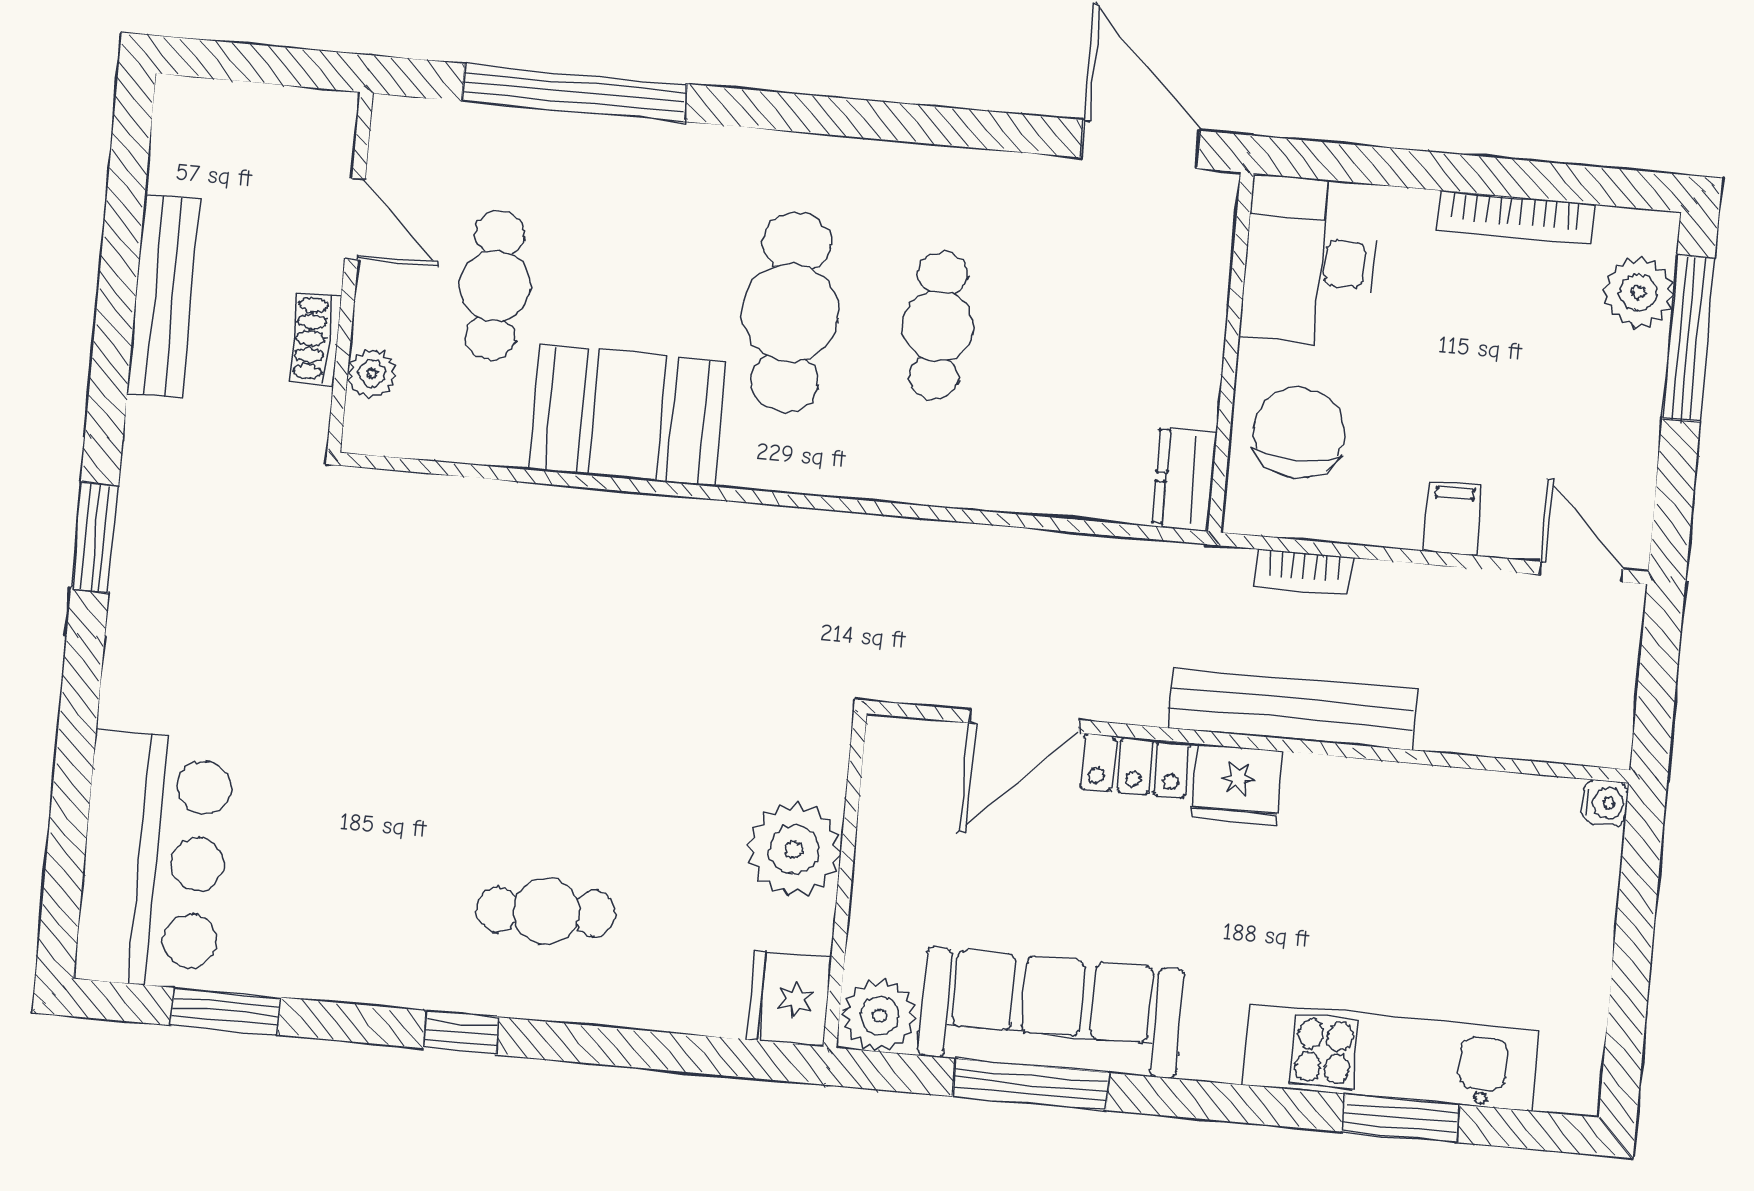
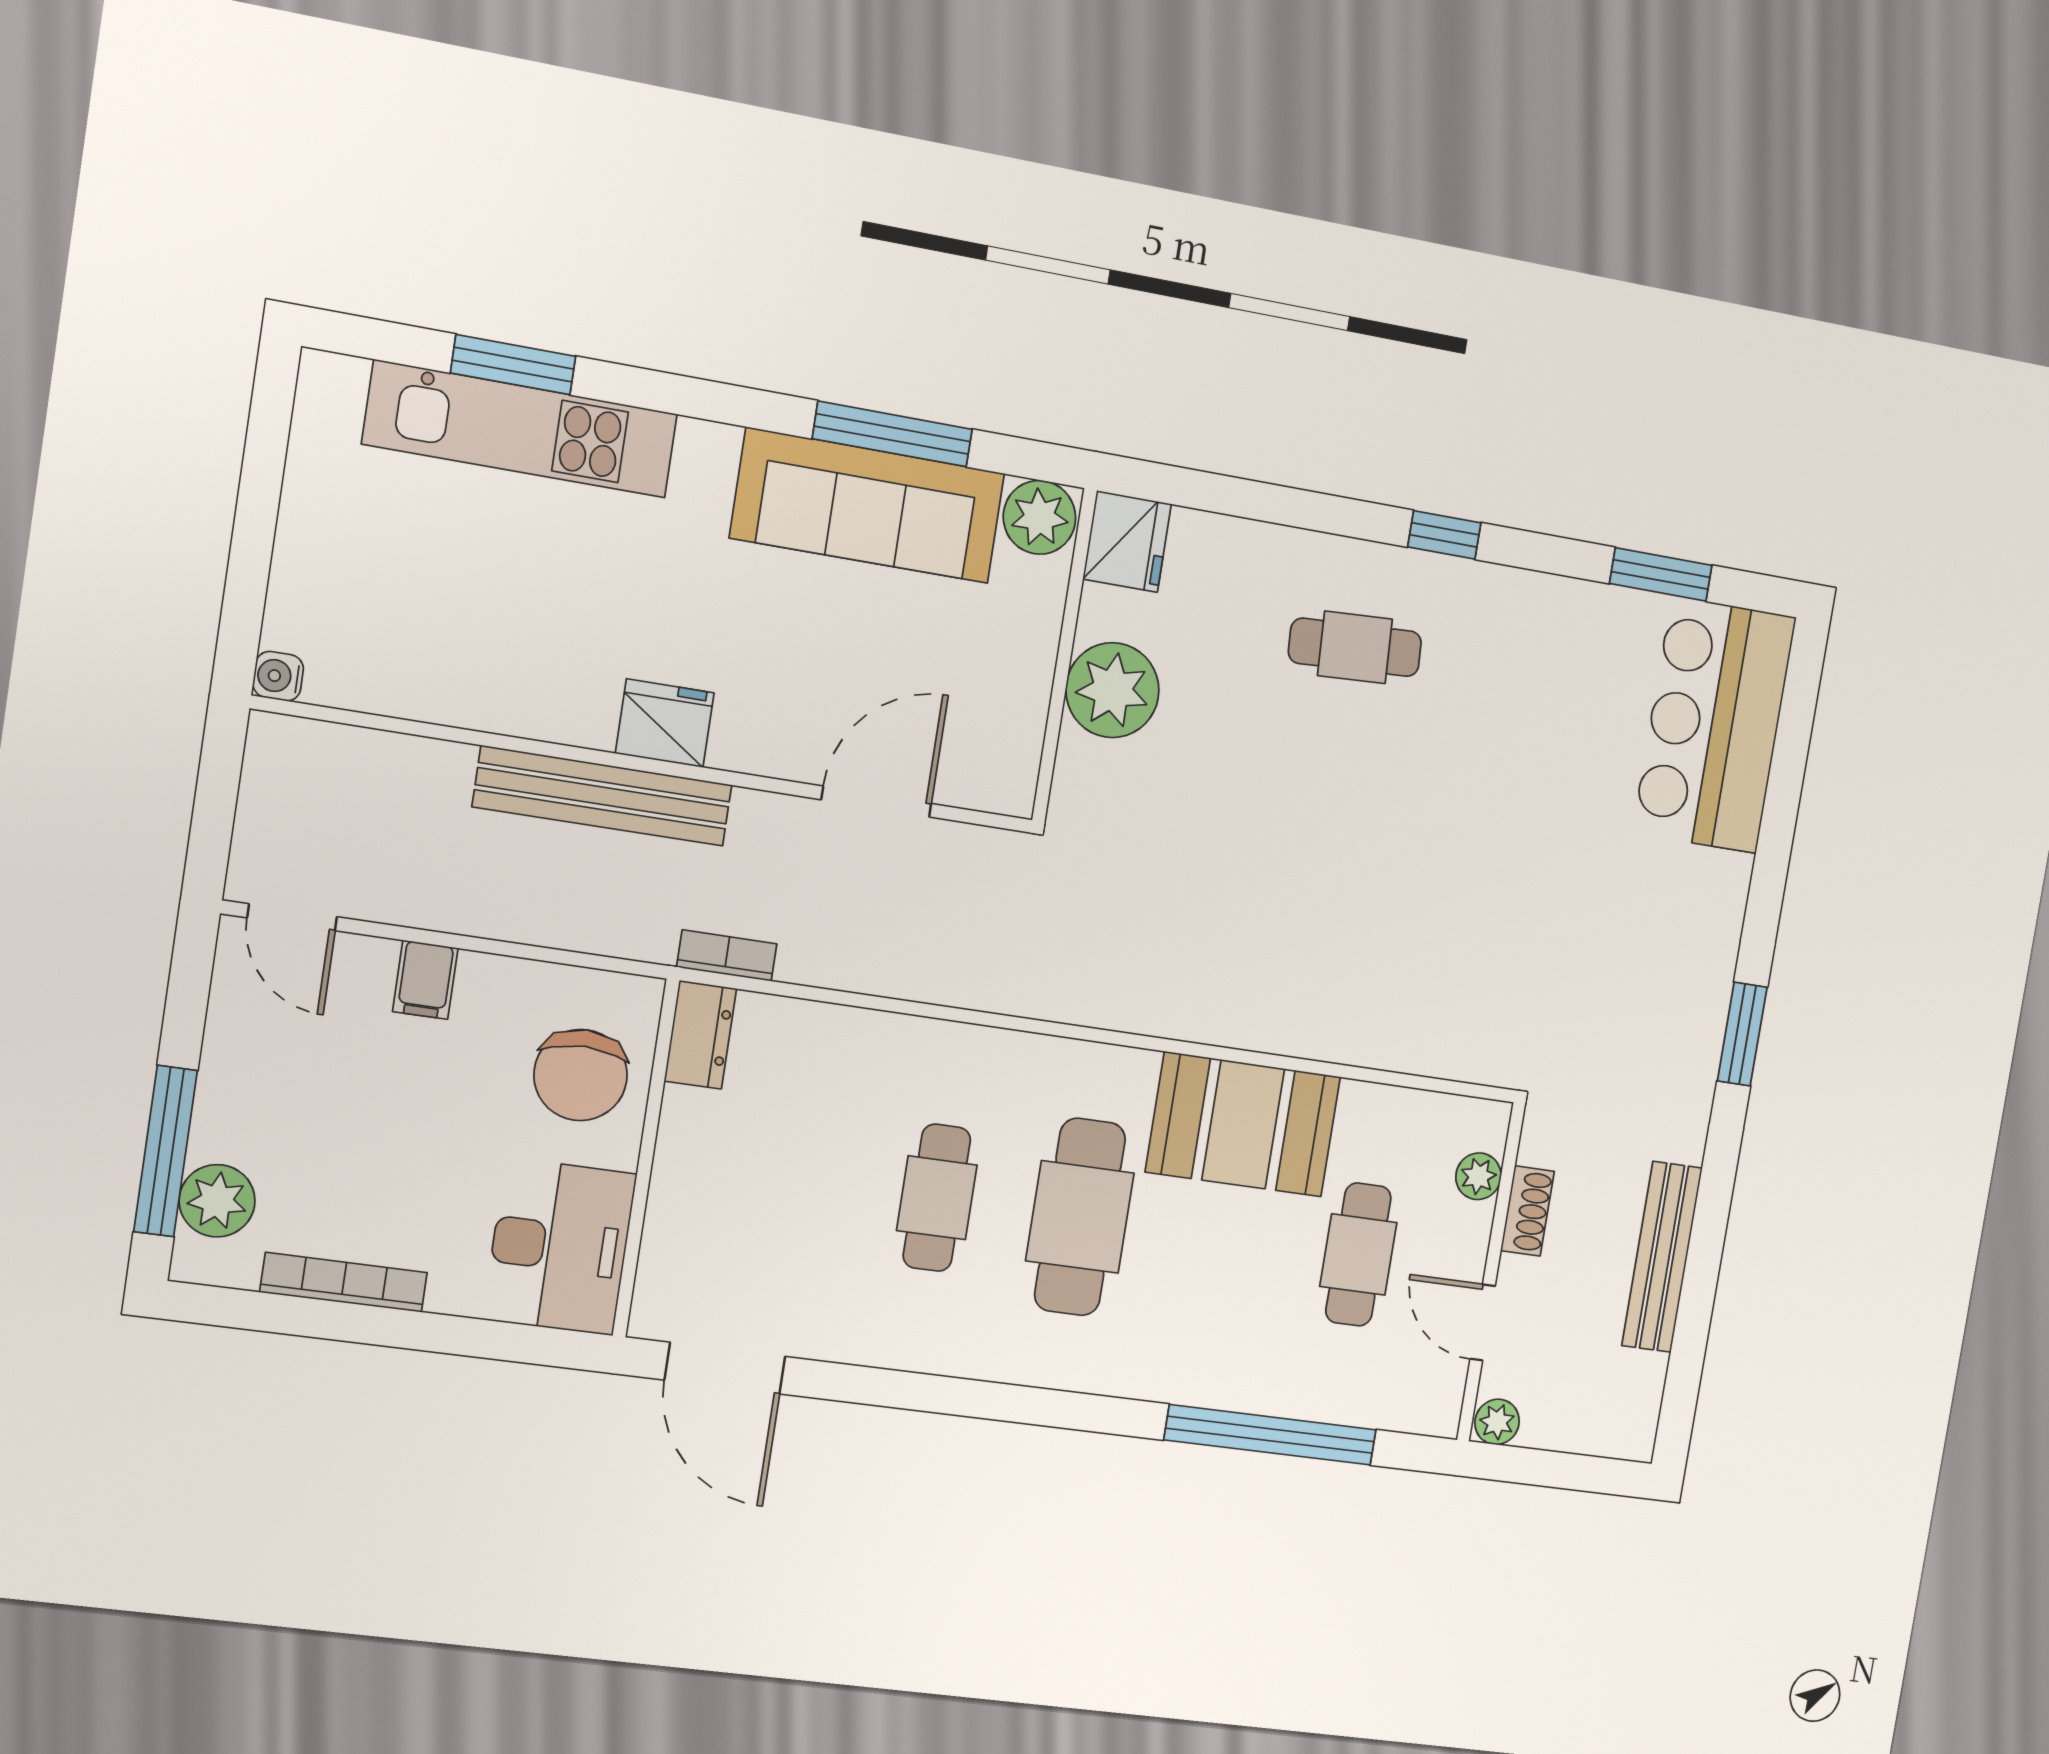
plant: (331, 114) -> (1497, 1422), added
bookcase: (1304, 572) -> (727, 955), moved
locker: (1135, 766) -> (768, 749), removed

